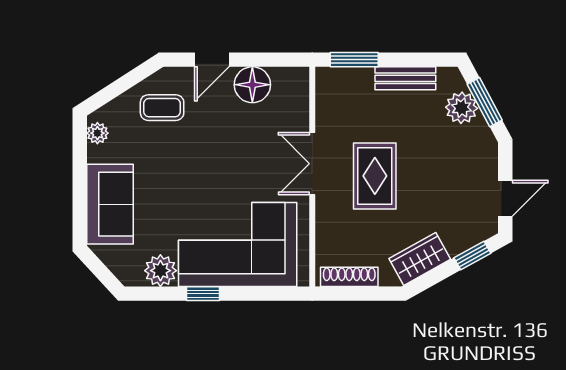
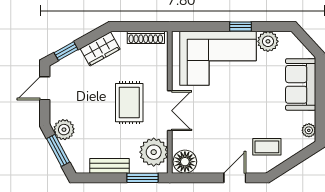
floor lamp: (252, 85) -> (185, 162), moved
plant: (337, 99) -> (154, 152), added
plant: (462, 108) -> (64, 130), moved

